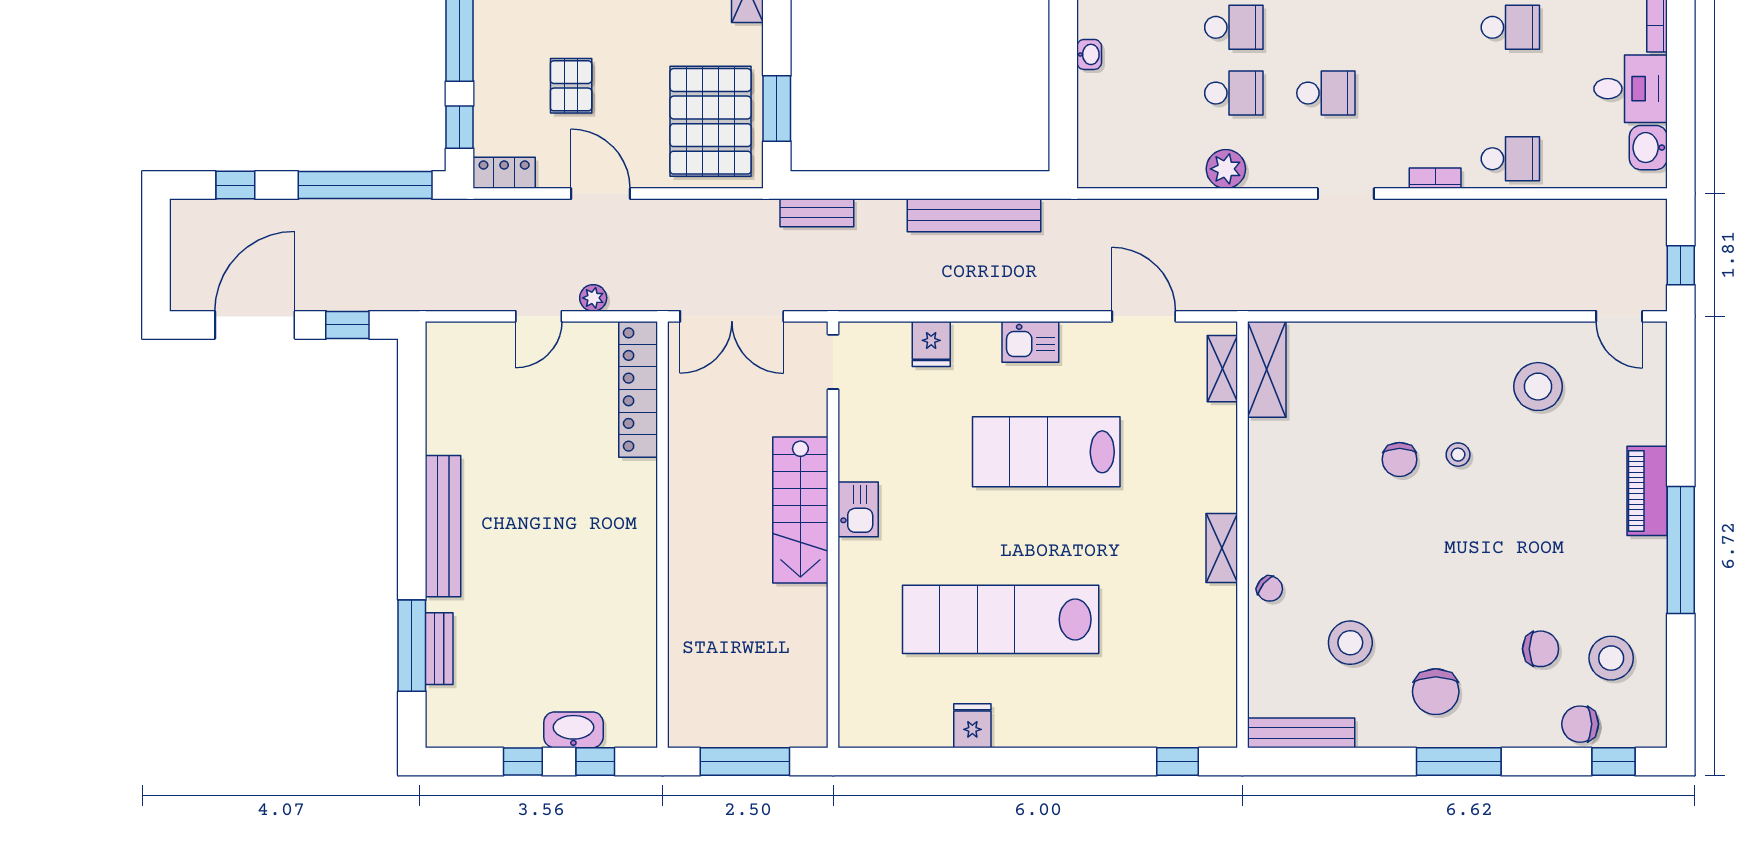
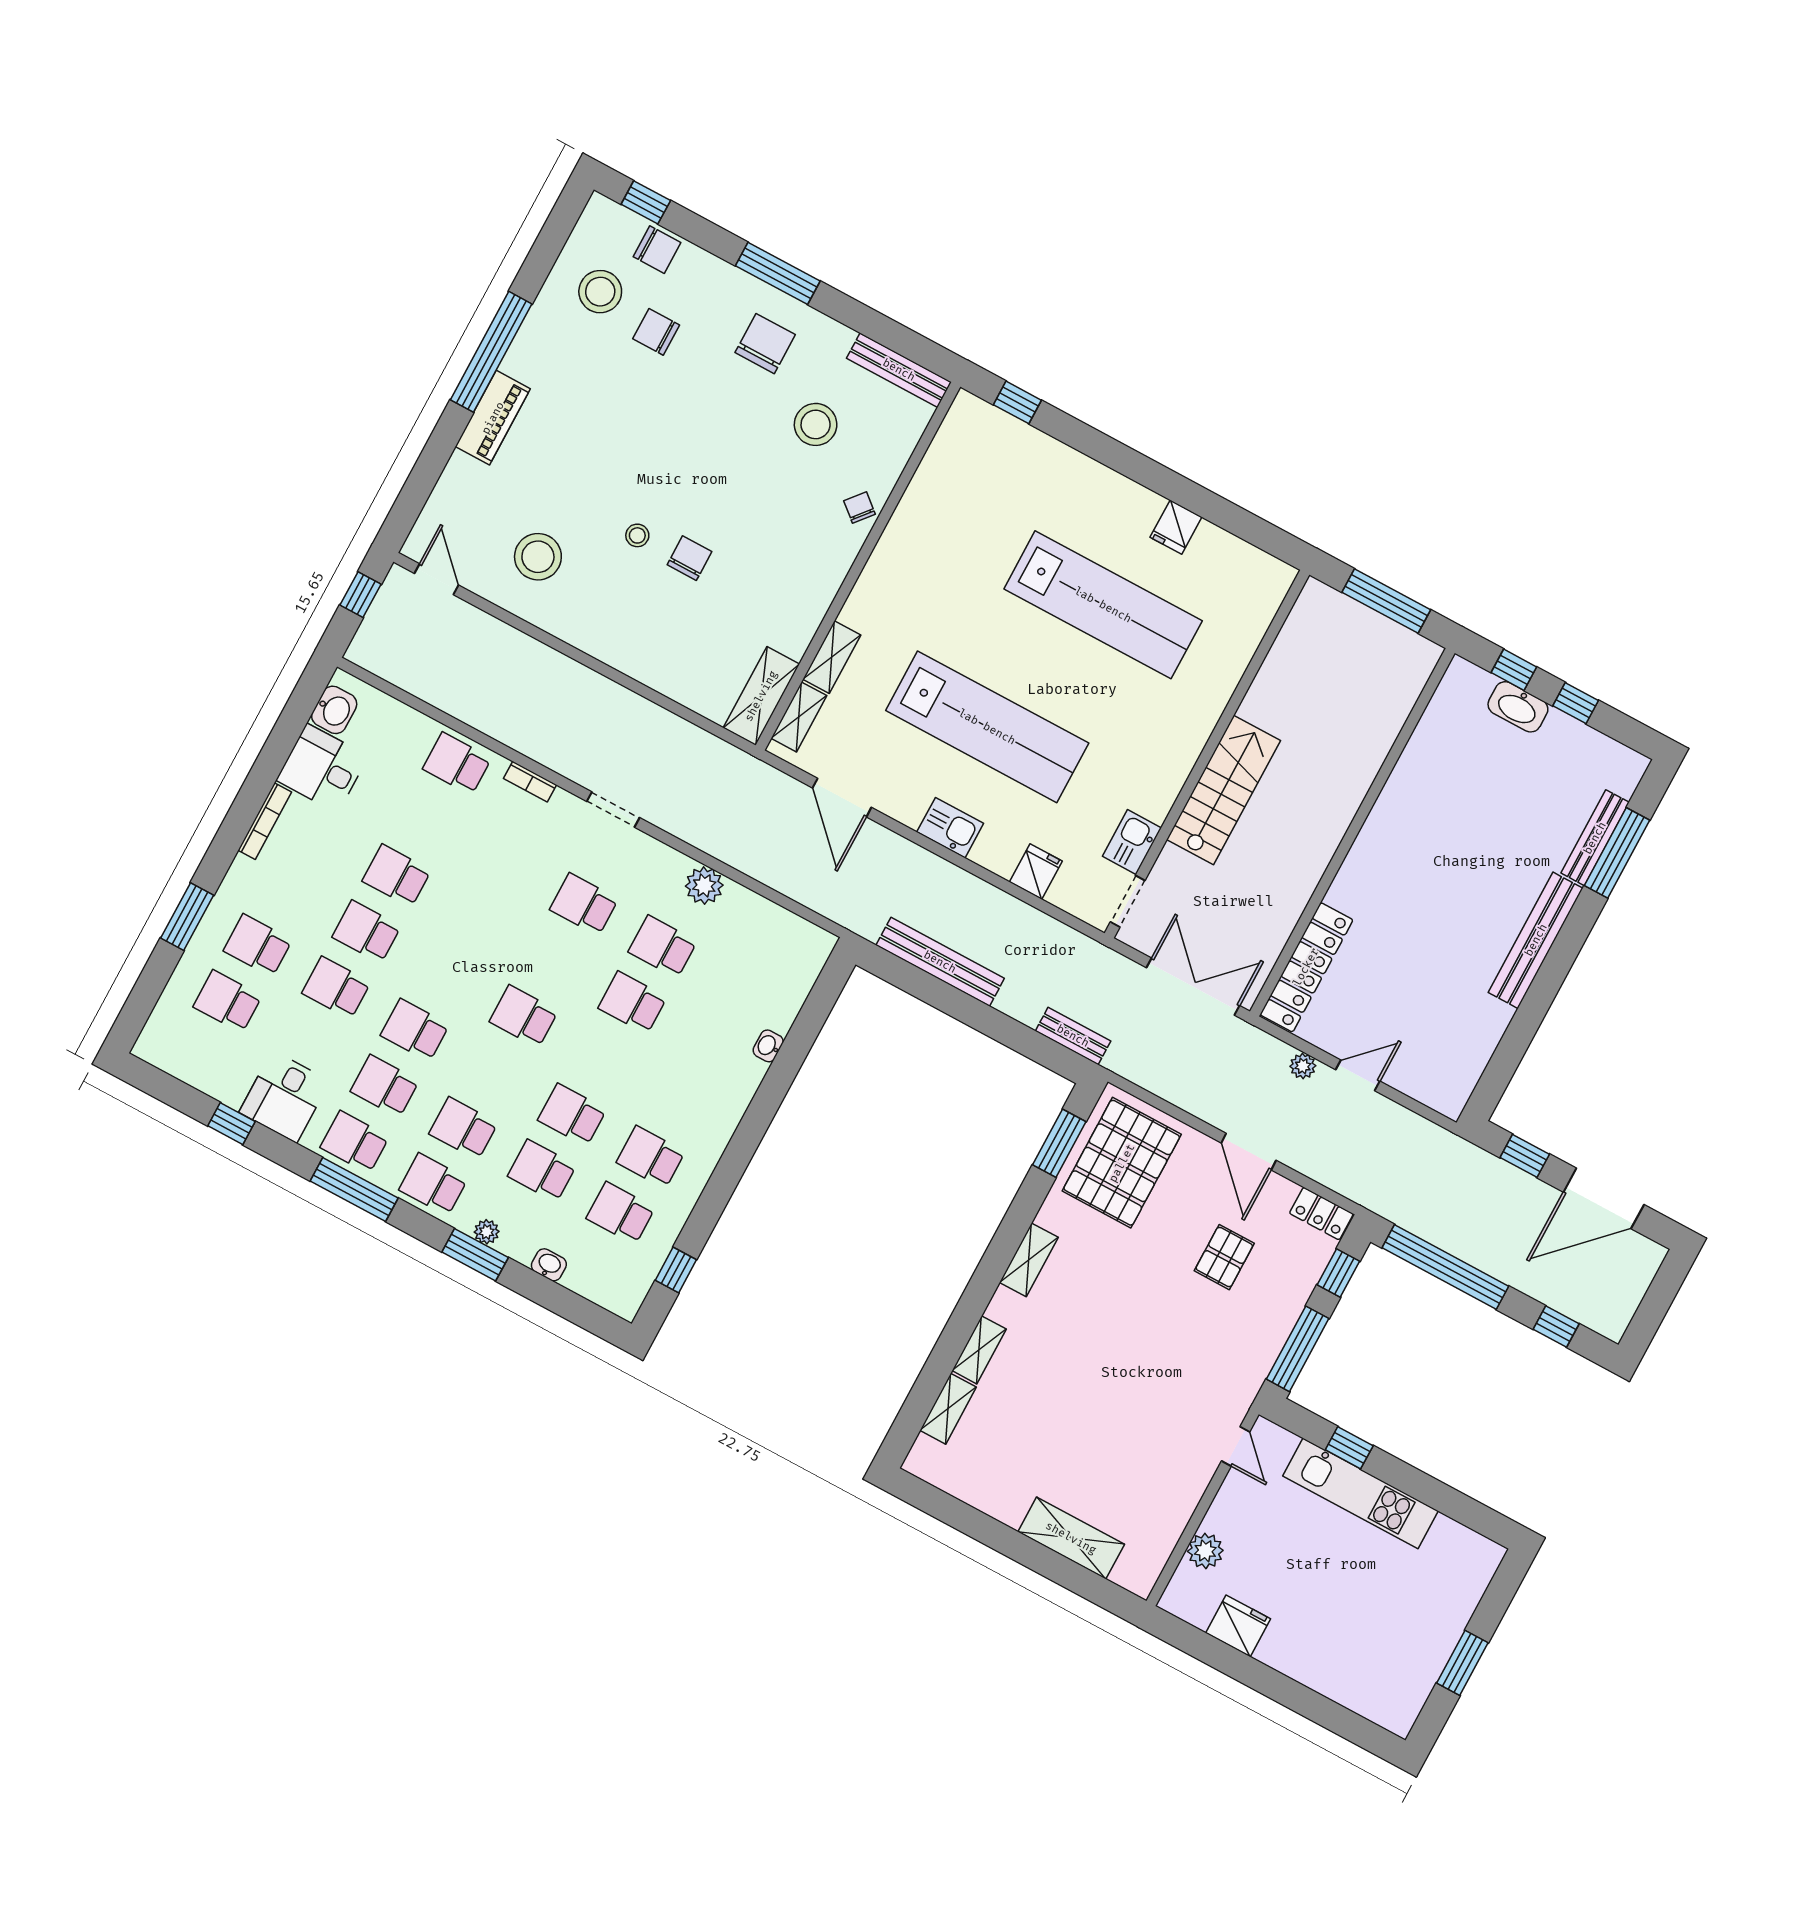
lab bench: (1046, 452) -> (987, 727), width x1.36
kitchen sink: (858, 509) -> (1132, 842), moved
shelving: (1222, 548) -> (832, 657), moved
bench: (439, 649) -> (1595, 838), width x1.36

